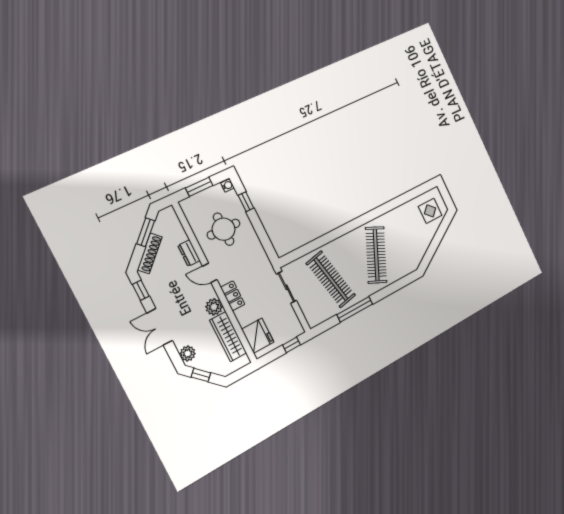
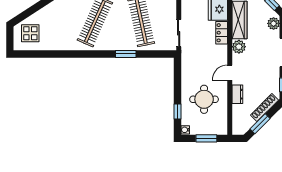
window: (330, 237) -> (126, 54), added
door: (210, 273) -> (230, 73), swing flipped
locker: (233, 296) -> (222, 33), moved

